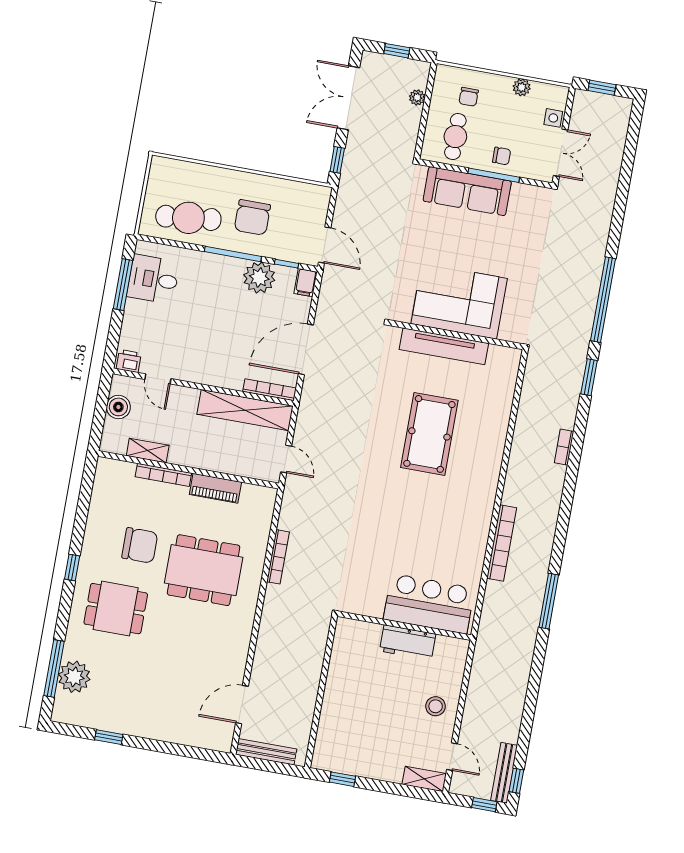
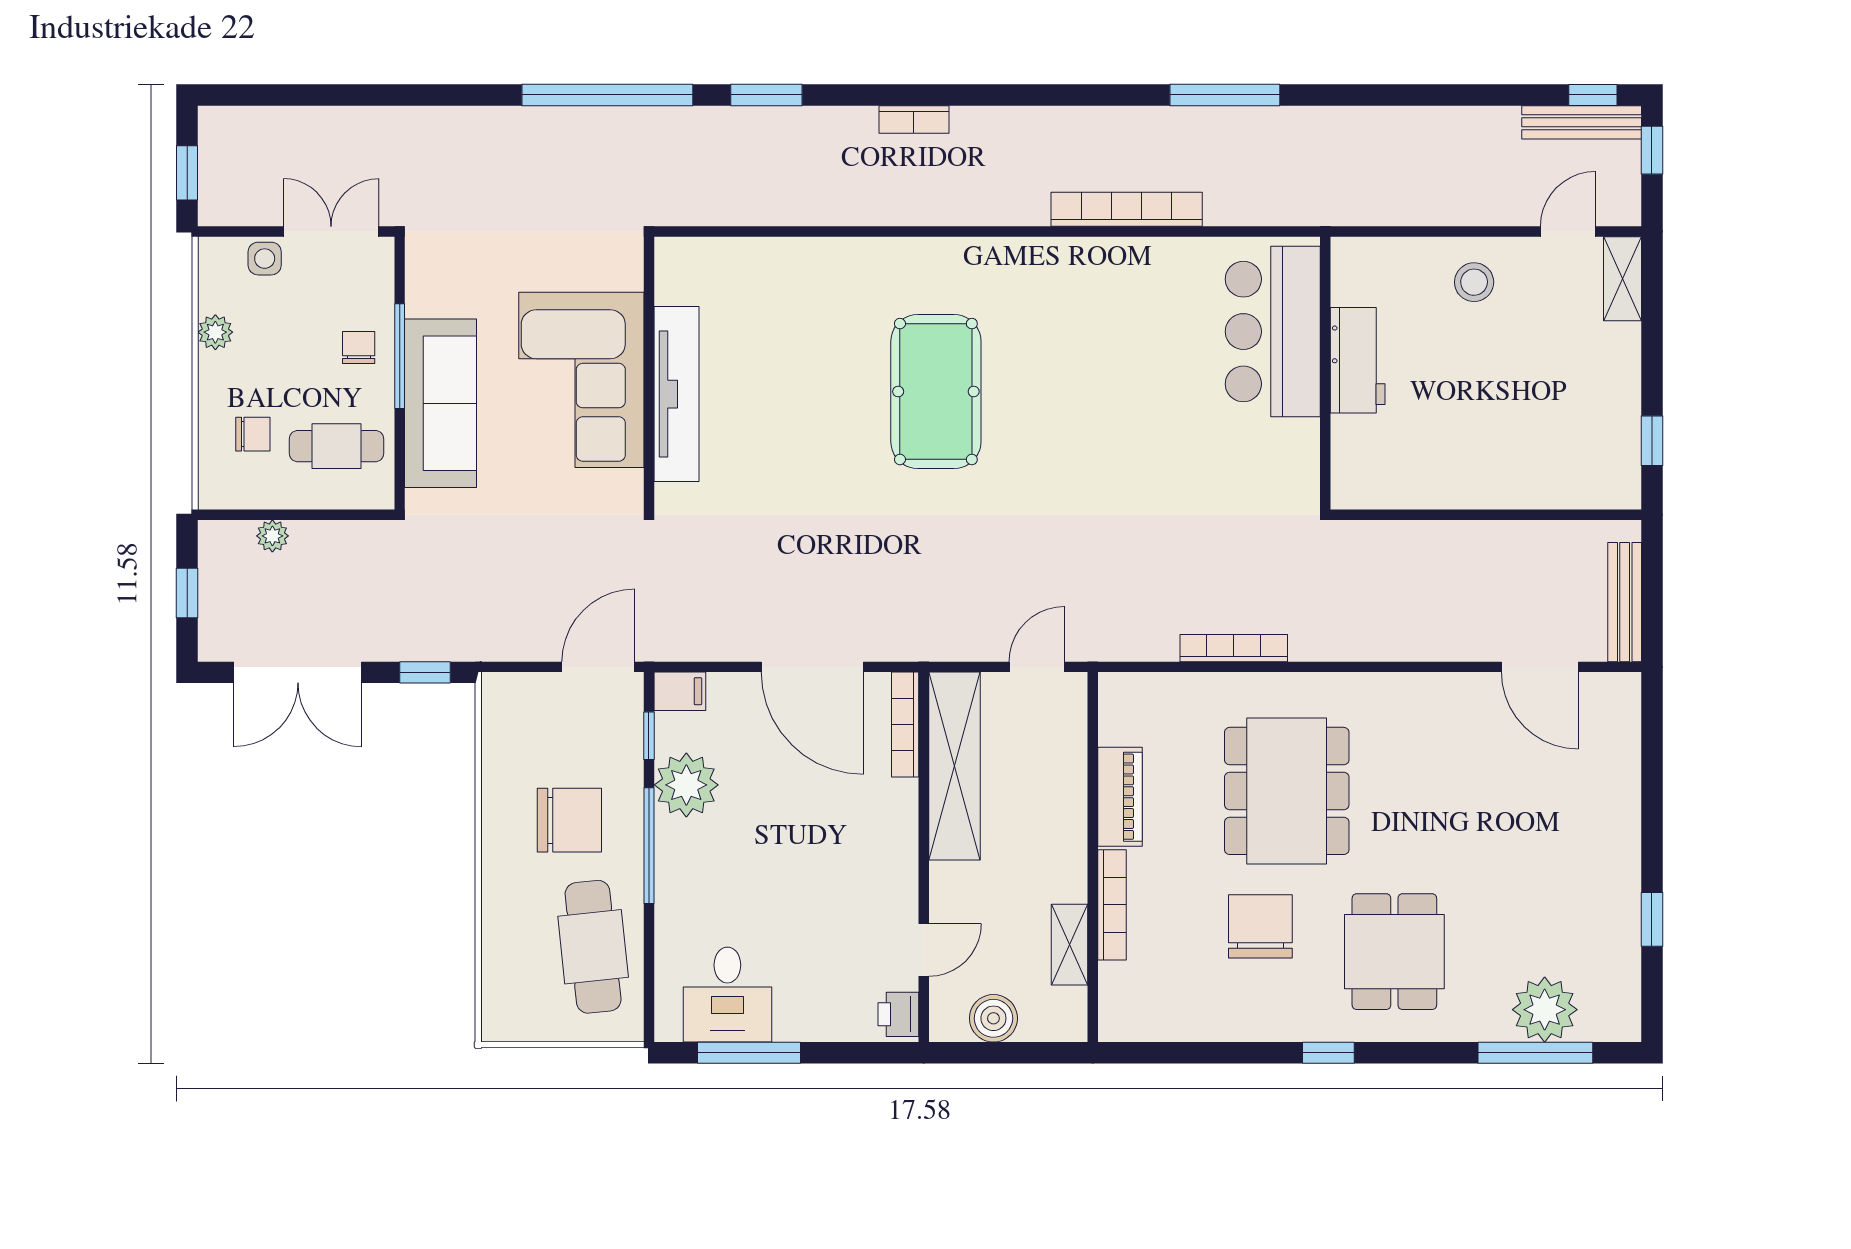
corner sofa: (459, 301) -> (581, 380), moved
wall: (457, 335) -> (649, 373), moved
tv unit: (444, 346) -> (676, 394), moved
pool table: (429, 434) -> (936, 392), turned 90

